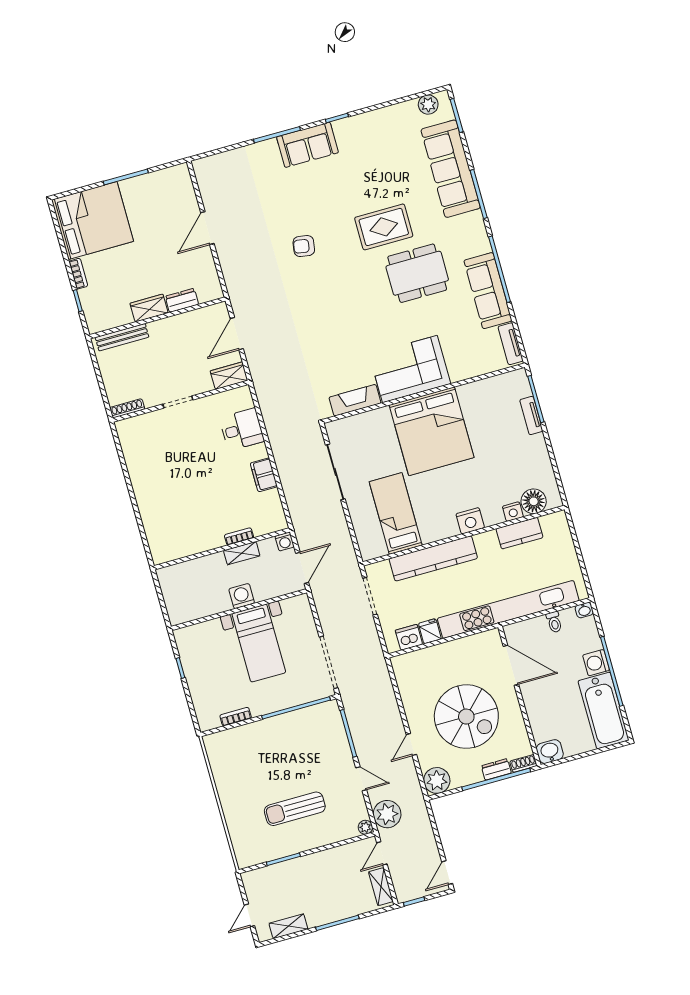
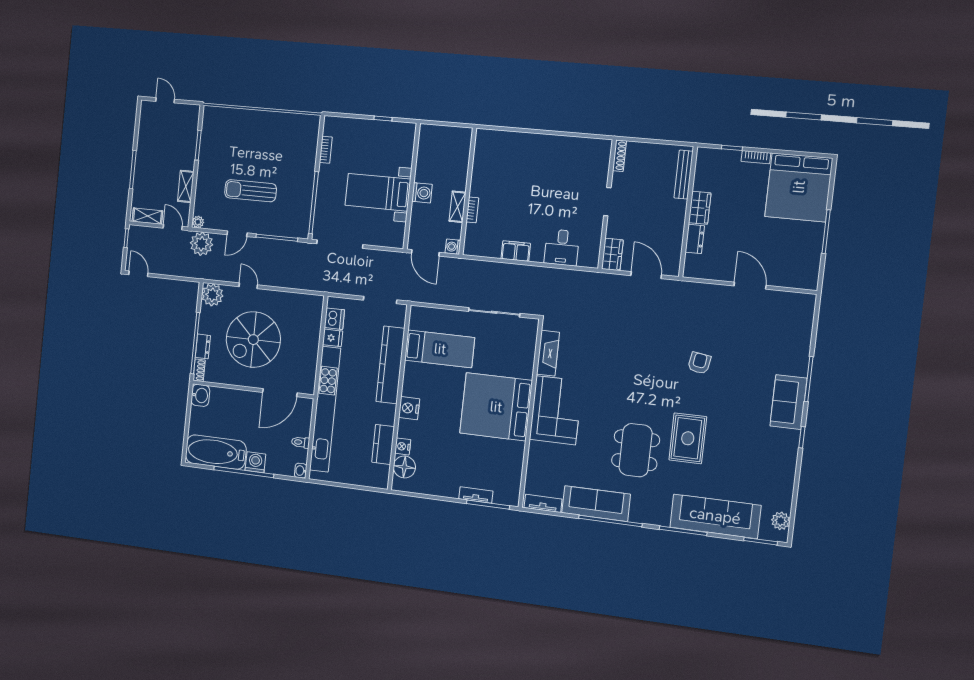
sun lounger: (295, 809) -> (251, 191), moved, turned -90
shelving: (288, 926) -> (186, 186), moved

